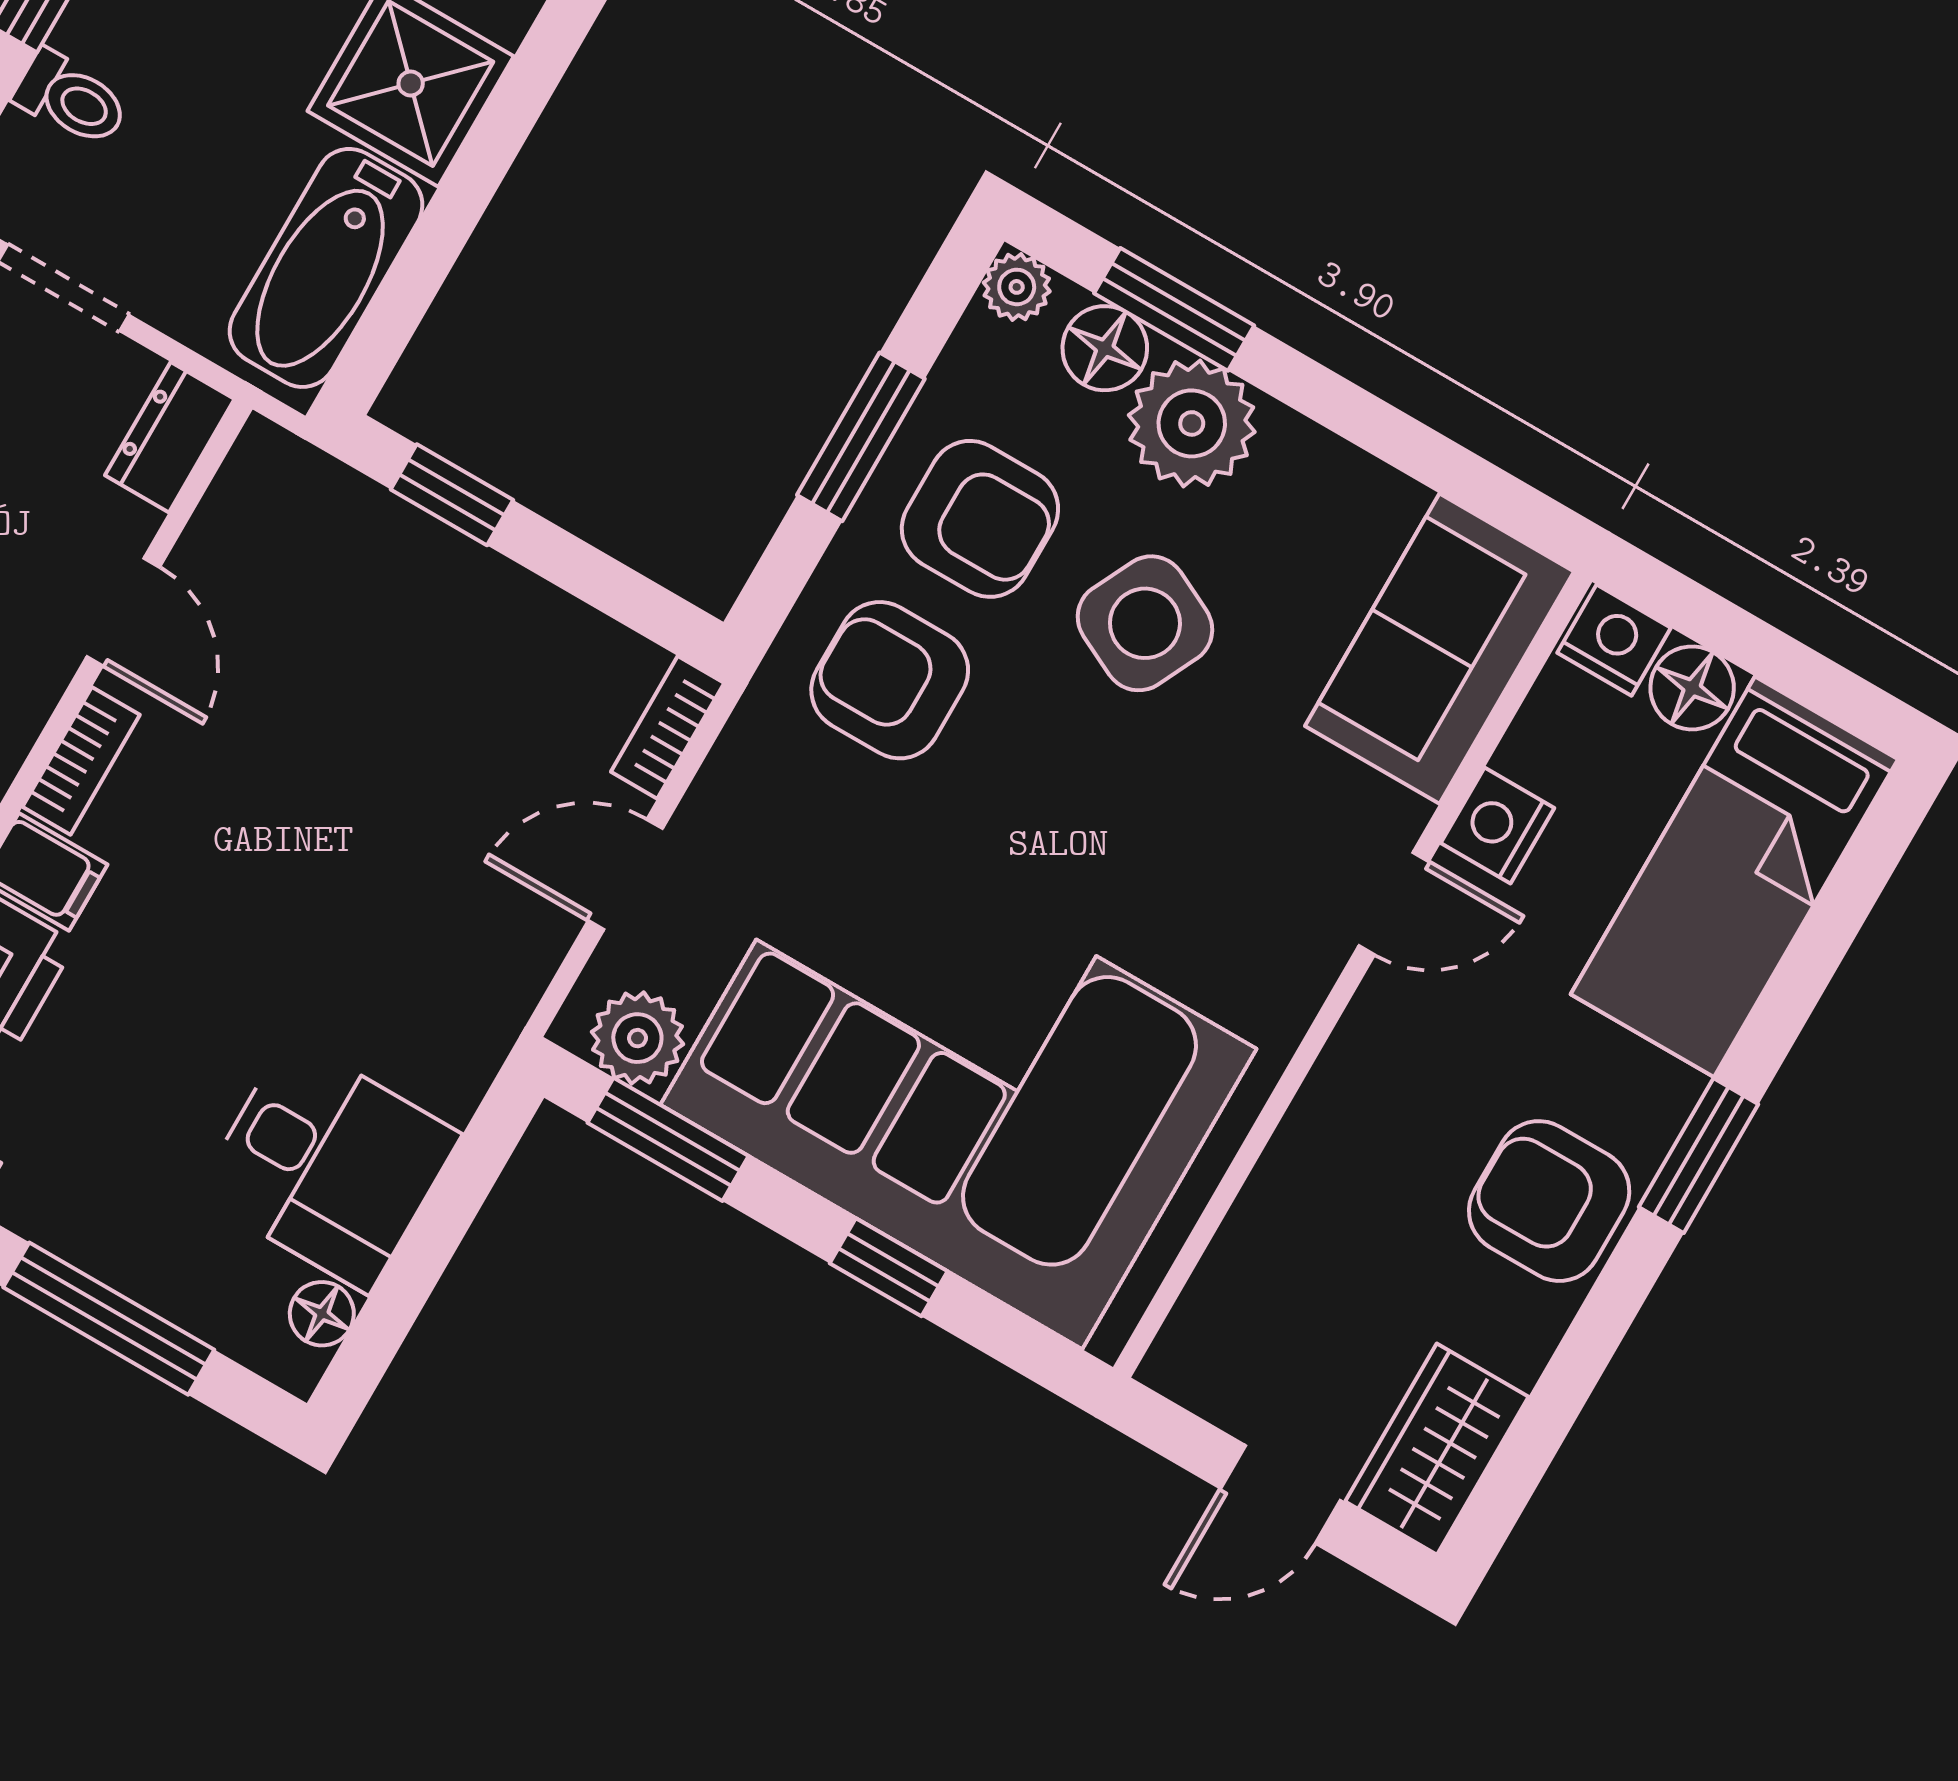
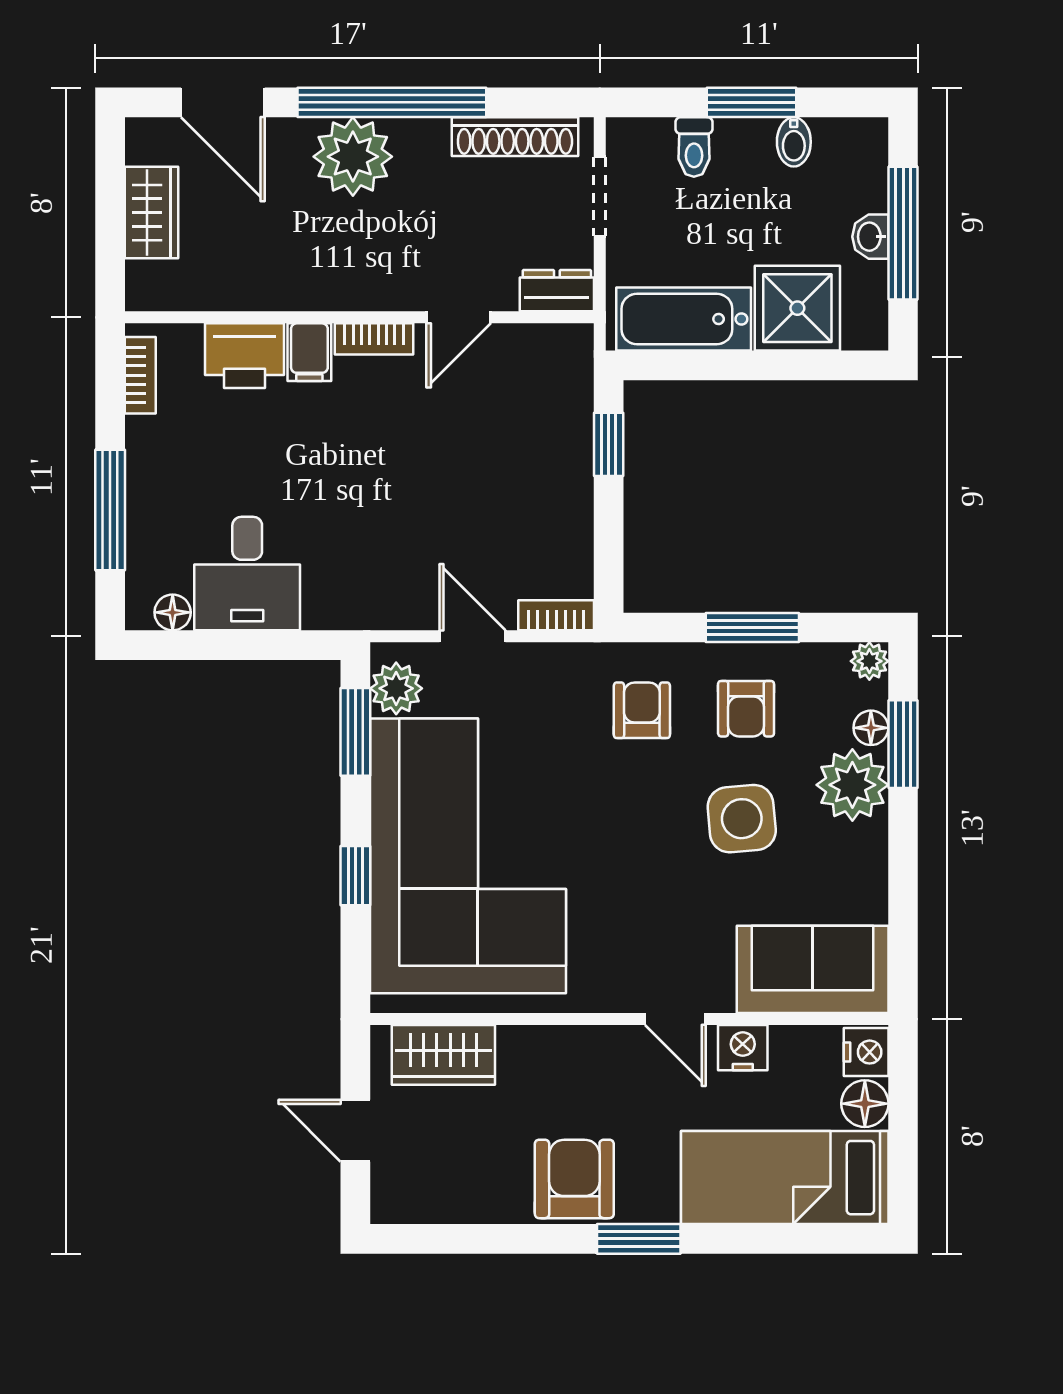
floor lamp: (1105, 348) -> (871, 728), width x0.73, depth x0.73
armchair: (980, 519) -> (746, 709), width x0.72, depth x0.72
side table: (1145, 623) -> (742, 819), turned -31
armchair: (890, 680) -> (642, 710), width x0.72, depth x0.72
wardrobe: (1437, 1449) -> (443, 1055), moved, turned 180

